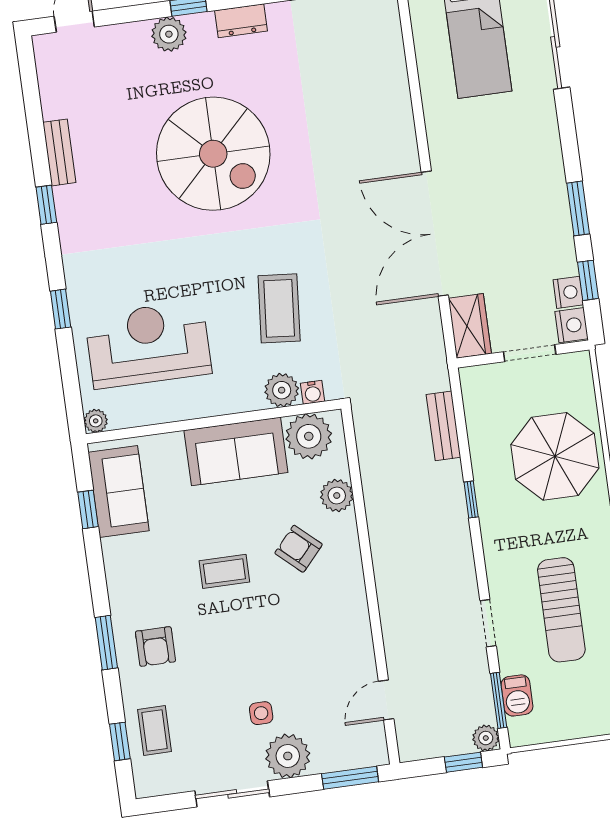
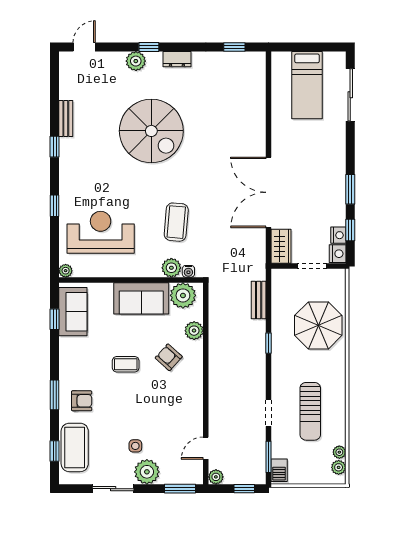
armchair: (155, 646) -> (82, 401), turned -90
barbecue: (517, 695) -> (279, 470), moved
coffee table: (154, 731) -> (75, 447), width x1.86, depth x1.72
plant: (486, 738) -> (216, 477), moved

